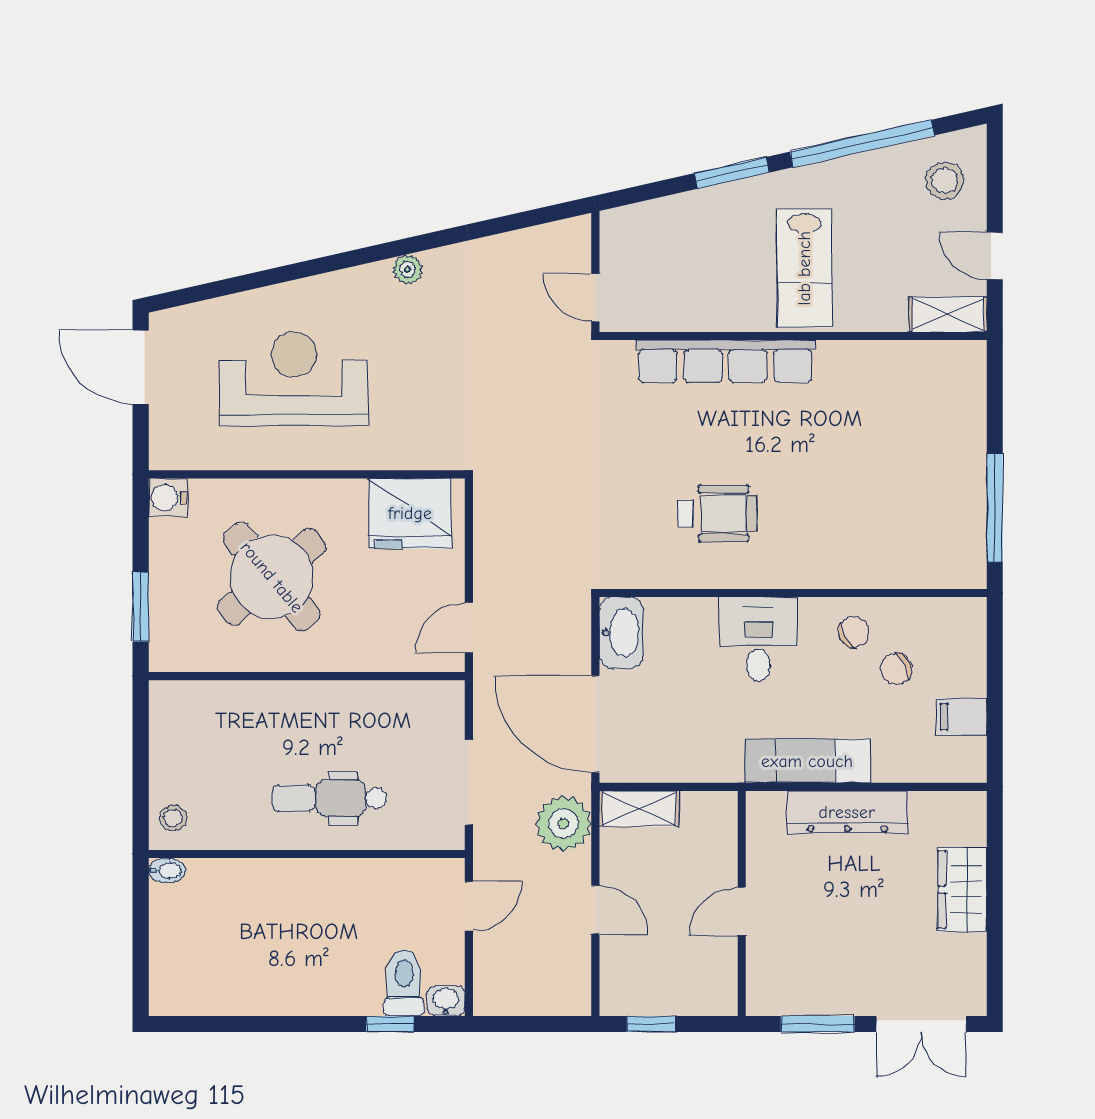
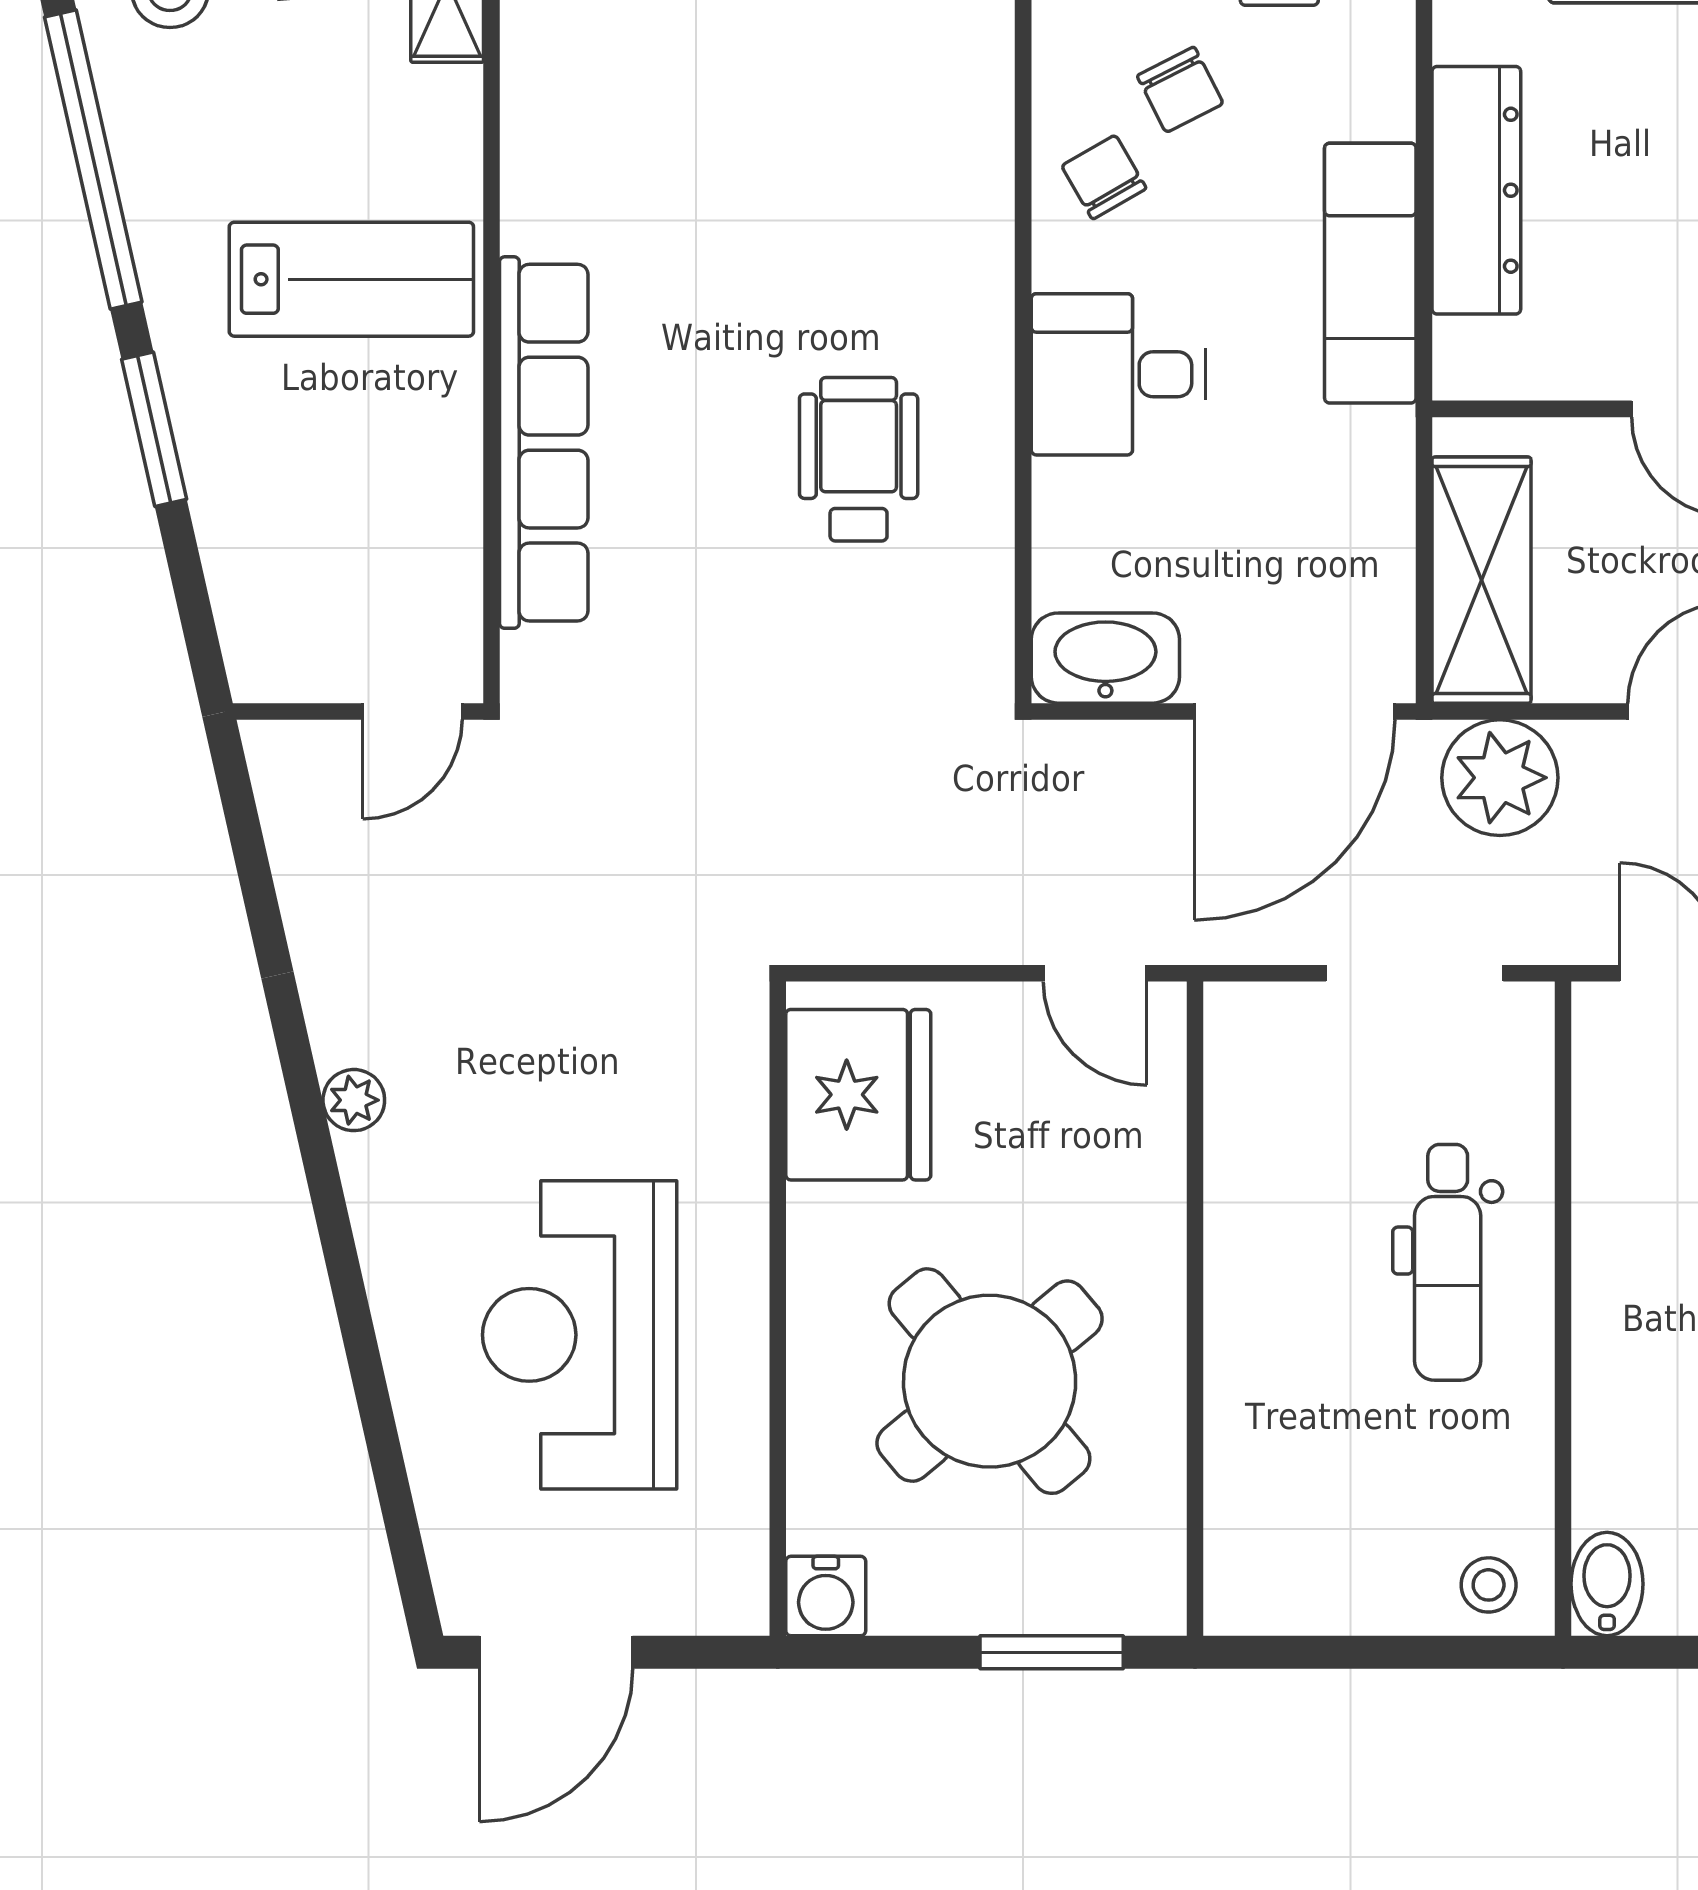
shelving: (639, 809) -> (1481, 580), width x1.50, depth x1.33
bidet: (167, 871) -> (1607, 1584), width x1.38, depth x1.36

